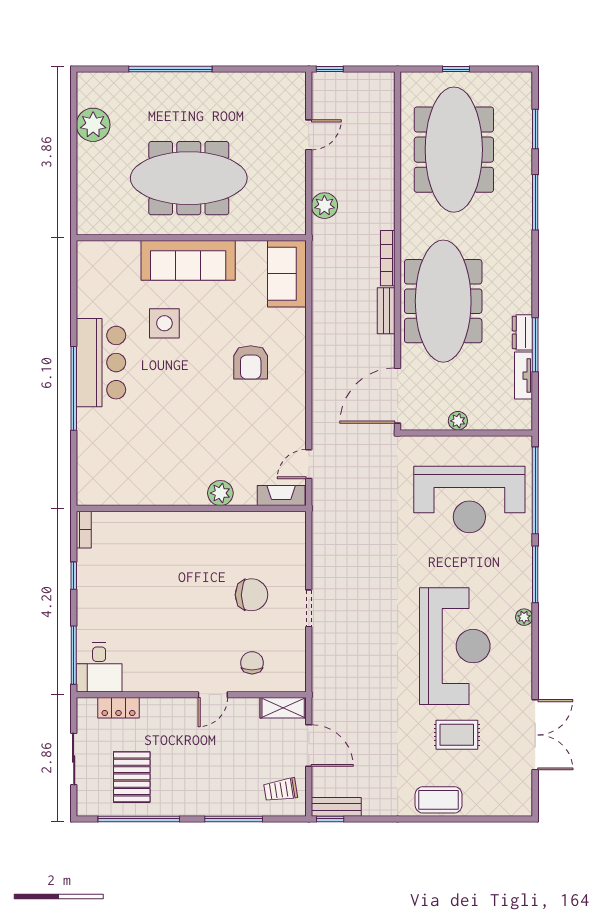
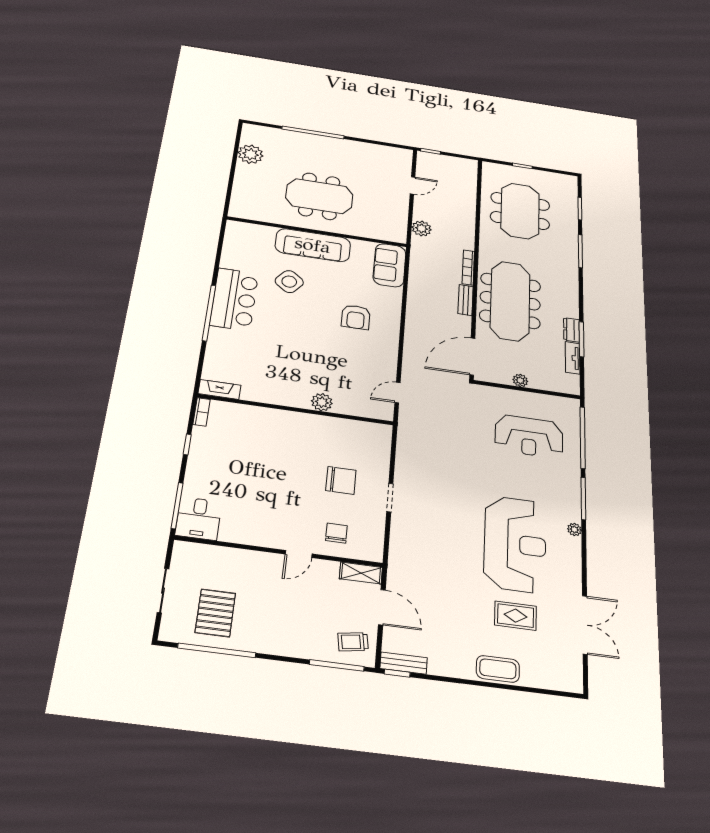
meeting table: (454, 150) -> (520, 211), width x0.73
meeting table: (189, 178) -> (319, 196), width x0.73
side table: (164, 323) -> (289, 282), turned 38
fireplace: (281, 496) -> (219, 389), moved
reception desk: (469, 500) -> (529, 436), width x0.74, depth x0.77
locker: (119, 708) -> (211, 553), removed
window: (234, 819) -> (337, 665), moved

